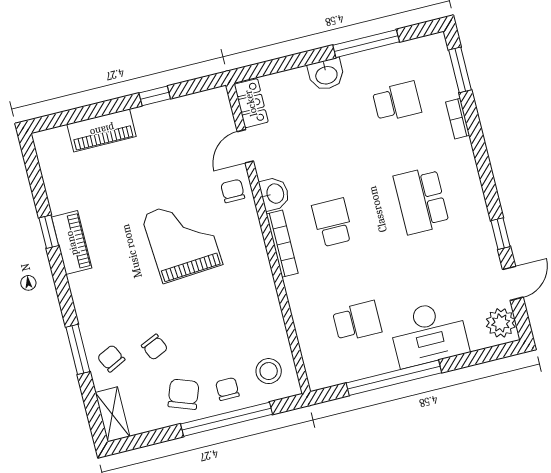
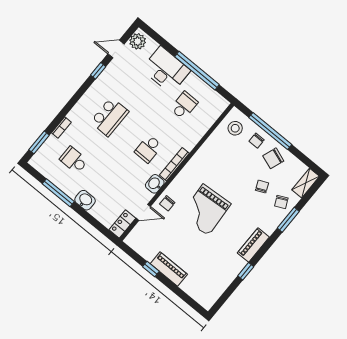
piano: (102, 130) -> (169, 269), moved
piano: (72, 243) -> (253, 245), moved
school desk: (357, 321) -> (184, 105), turned 90

